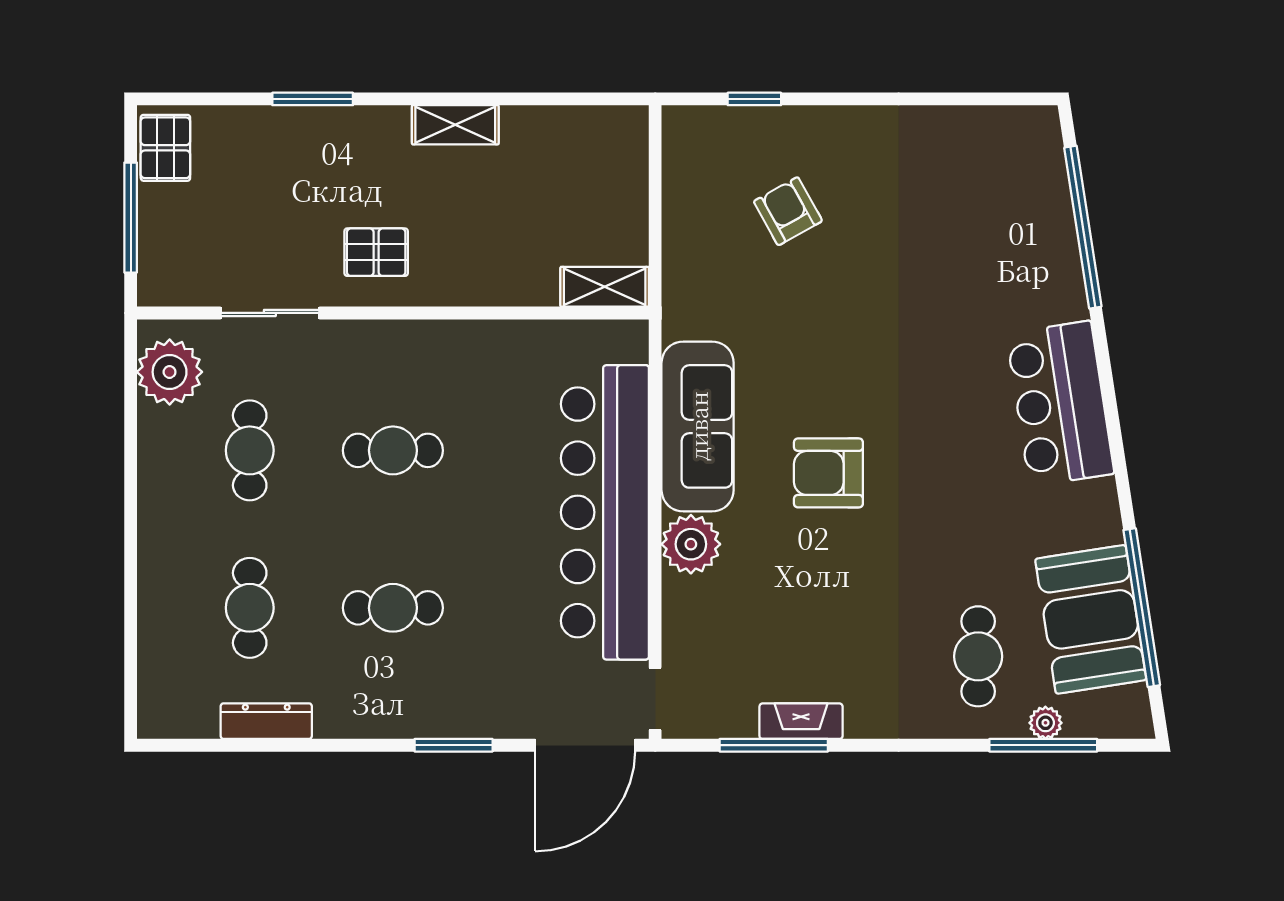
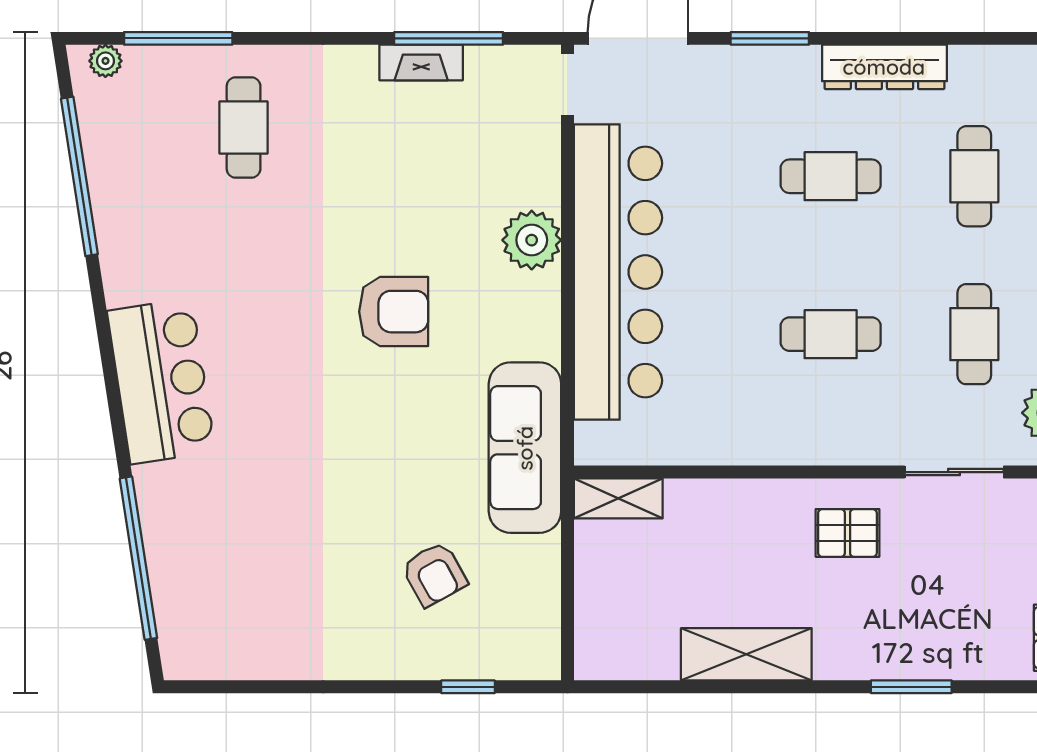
shelving: (455, 125) -> (746, 654), width x1.50, depth x1.33
sofa: (698, 426) -> (525, 448), moved
booth: (1091, 619) -> (131, 165), removed
dresser: (266, 721) -> (884, 67), moved, width x1.37, depth x1.24
plant: (1045, 723) -> (105, 61), moved

